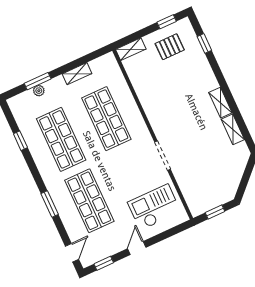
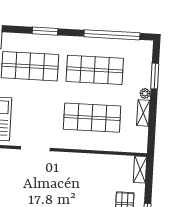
plant: (39, 91) -> (145, 93), moved
window: (20, 141) -> (112, 35), width x3.17

